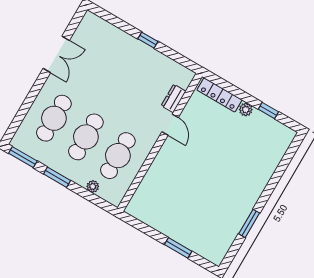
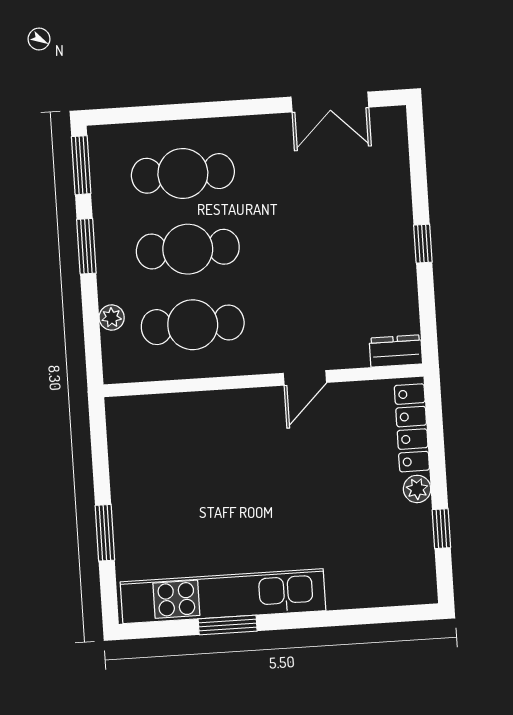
double door: (56, 54) -> (330, 102), moved
dresser: (173, 98) -> (396, 351), moved
kitchen unit: (236, 217) -> (223, 596), added

